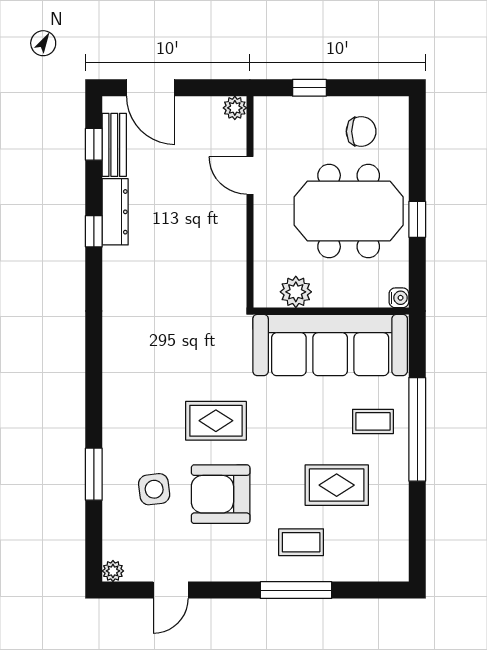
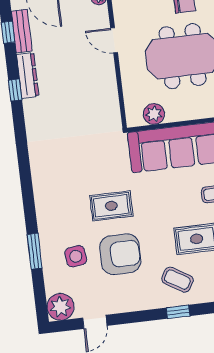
armchair: (221, 494) -> (120, 254), turned 180
coffee table: (301, 542) -> (177, 280), turned 31
plant: (113, 571) -> (60, 307), width x1.88, depth x1.88
window: (296, 590) -> (178, 312), width x0.46

